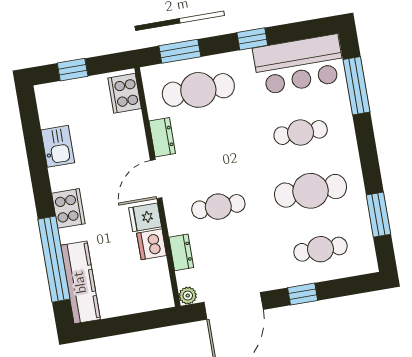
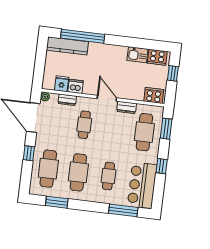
cooker: (68, 208) -> (157, 57), moved
fridge: (145, 217) -> (62, 84), moved
cafe table: (320, 249) -> (48, 169), width x1.37, depth x1.35

